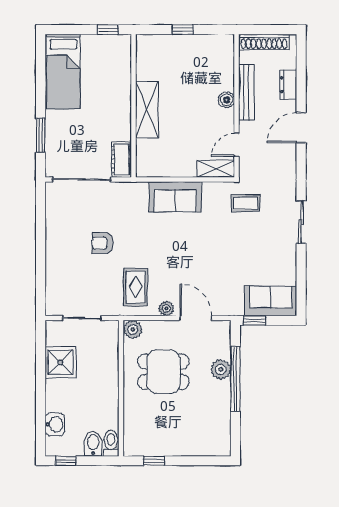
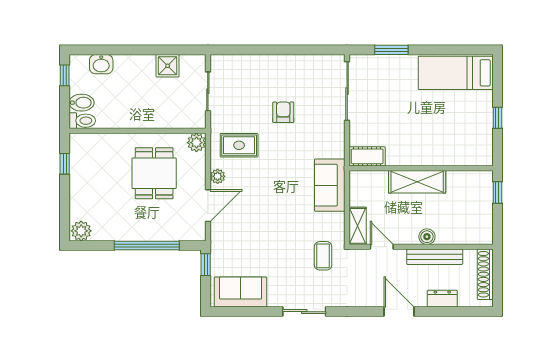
wall: (133, 106) -> (421, 168), moved
shelving: (147, 110) -> (417, 182), moved
cot: (122, 159) -> (367, 156), moved
sofa: (271, 301) -> (241, 292), moved, turned -90
shower: (60, 362) -> (168, 66), width x0.73, depth x0.73
plant: (221, 369) -> (81, 231), moved

